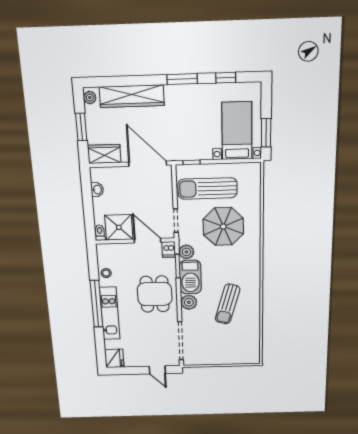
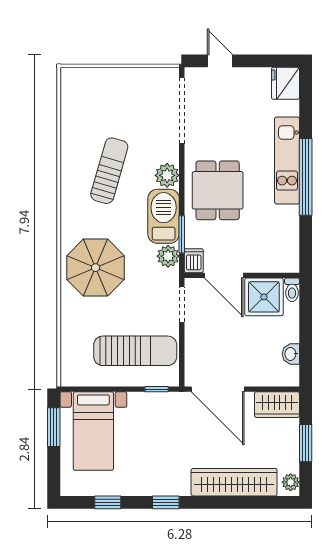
window: (182, 79) -> (166, 502), width x0.67
parasol: (223, 227) -> (96, 268), moved
stool: (106, 273) -> (288, 226), removed

